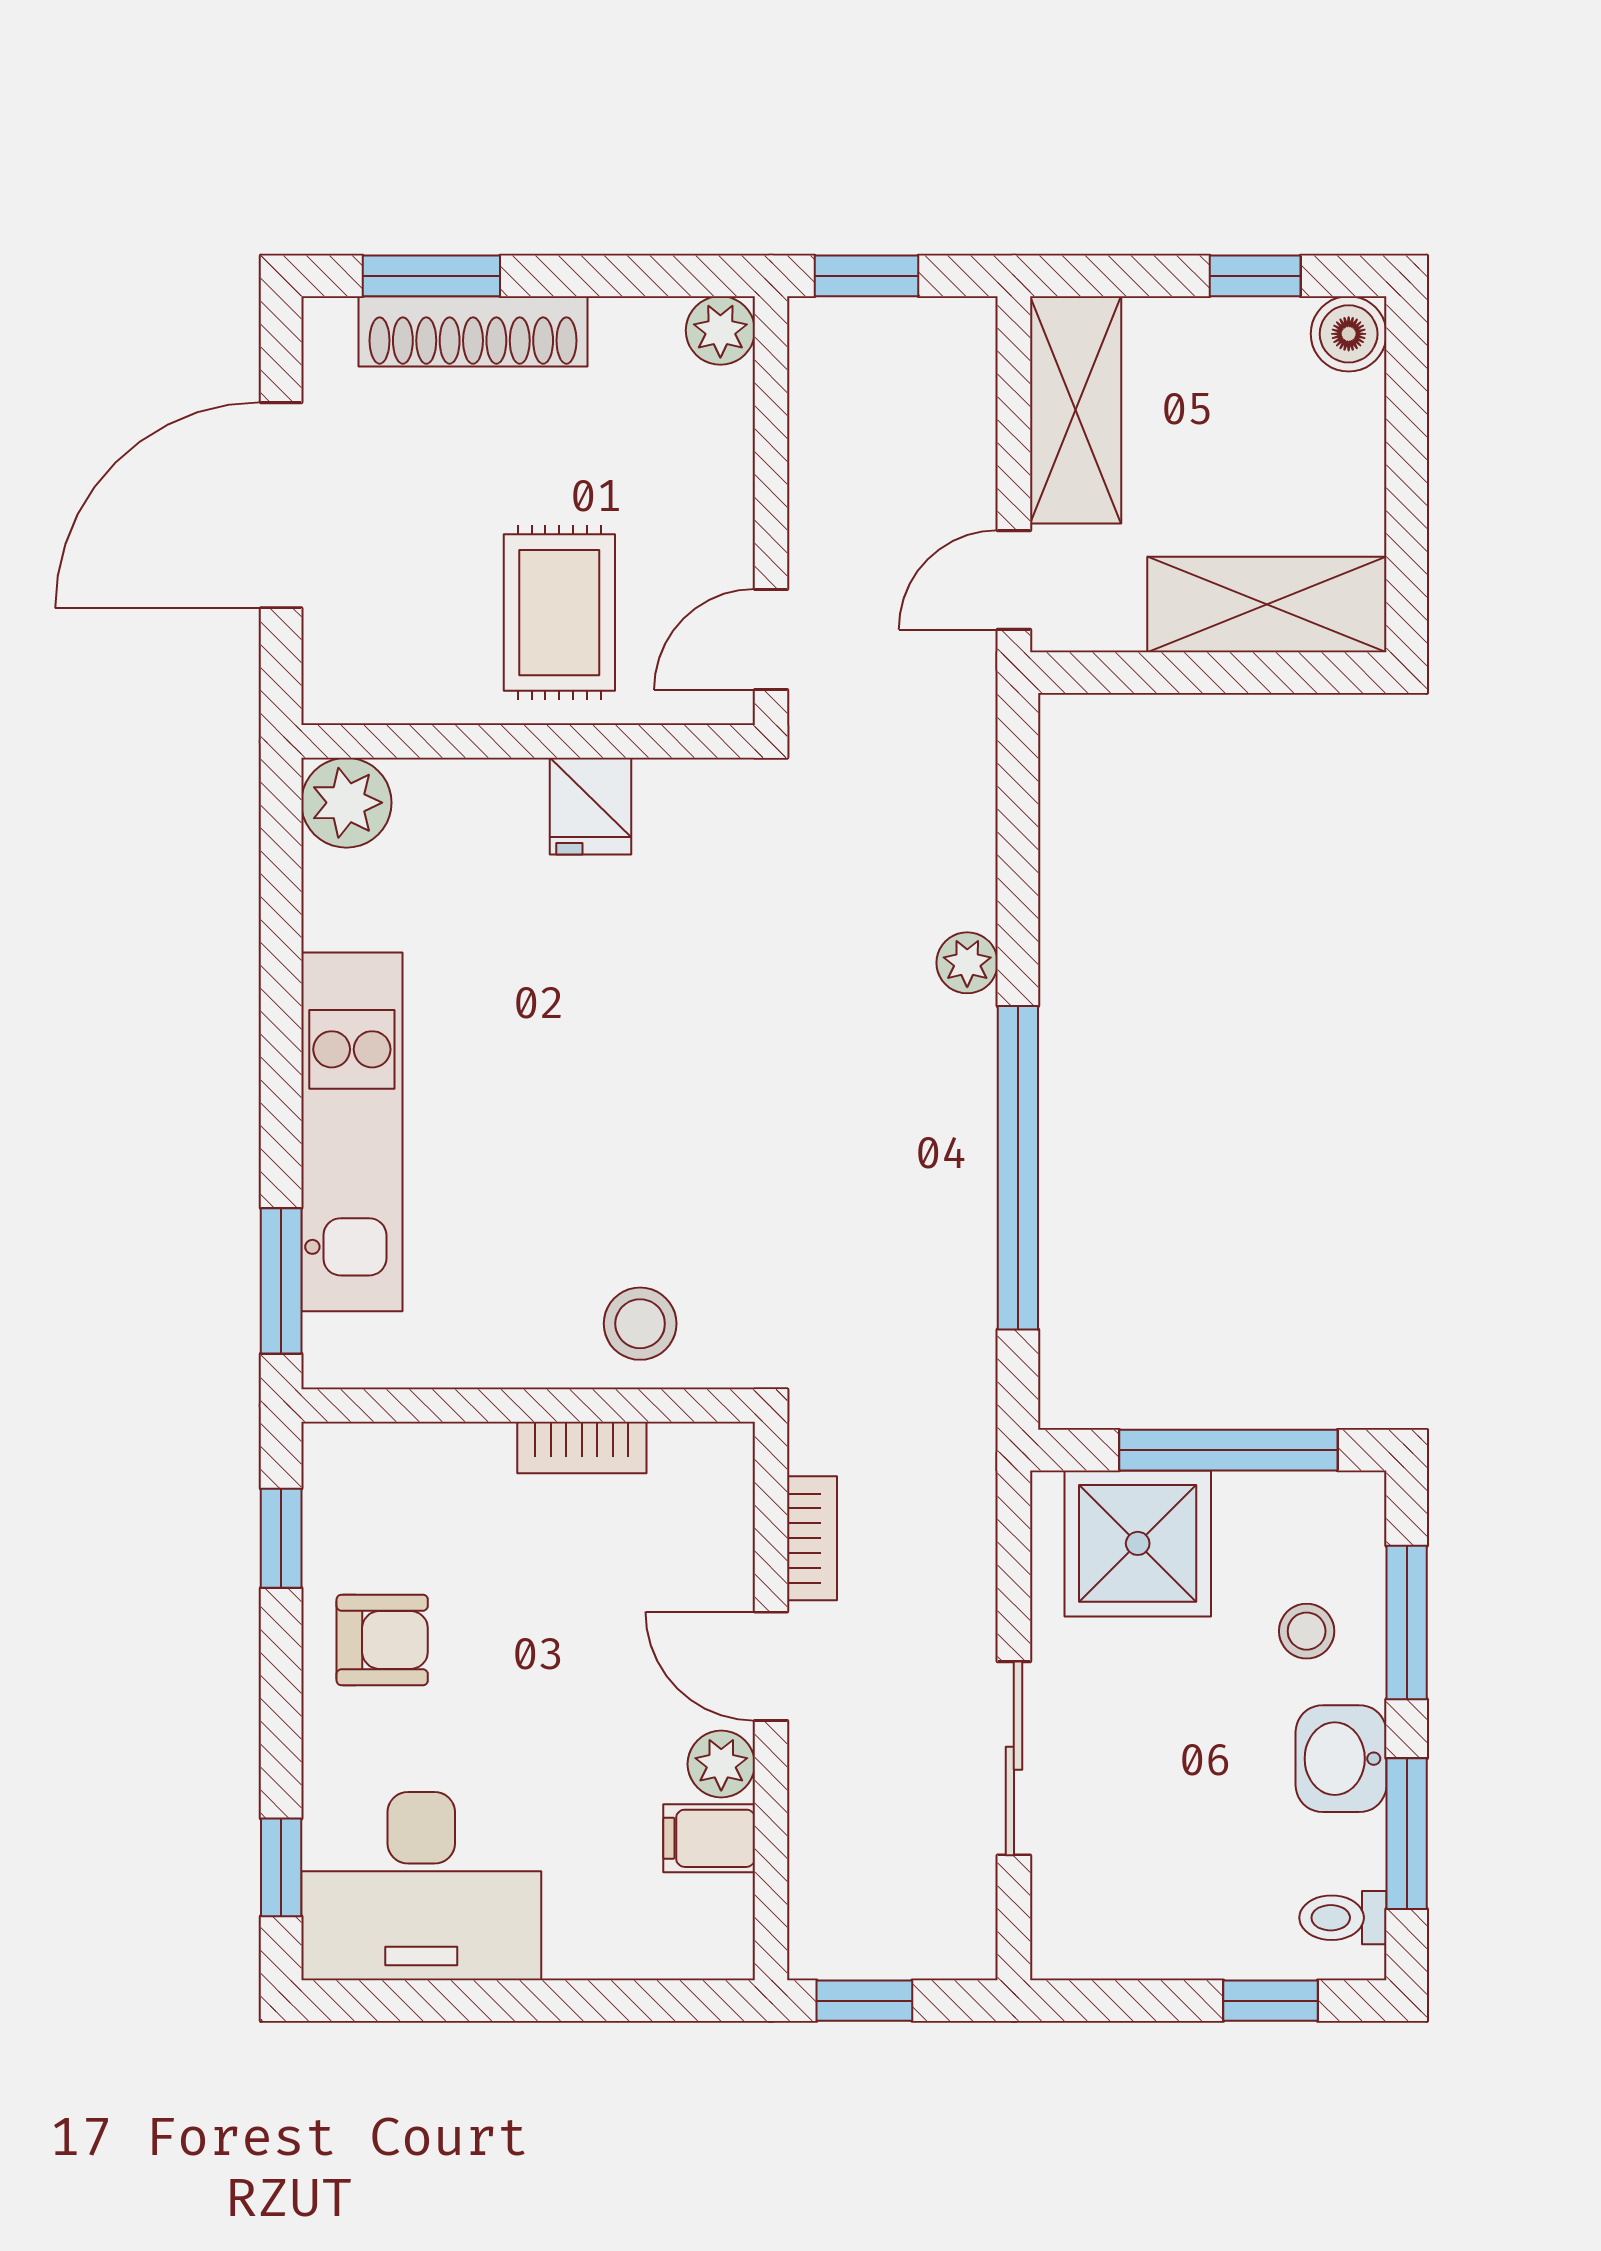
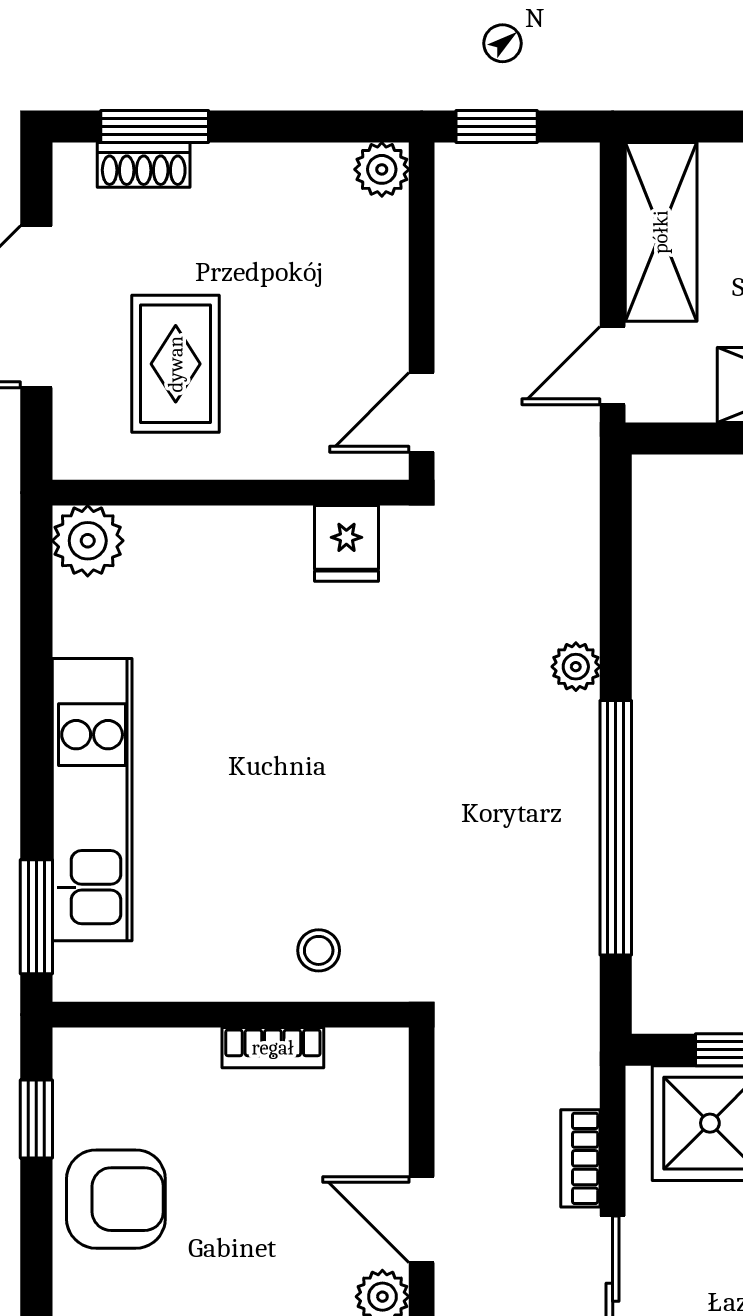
shoe rack: (473, 331) -> (144, 165), width x0.51, depth x0.81
rug: (559, 613) -> (176, 364), moved
fridge: (590, 806) -> (346, 543), moved
stool: (640, 1324) -> (319, 950), width x0.73, depth x0.73
bookcase: (812, 1538) -> (580, 1158), moved, turned 180
armchair: (382, 1640) -> (116, 1199), width x1.38, depth x1.38

